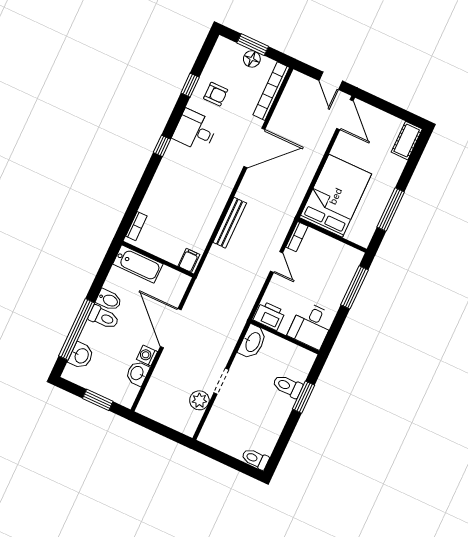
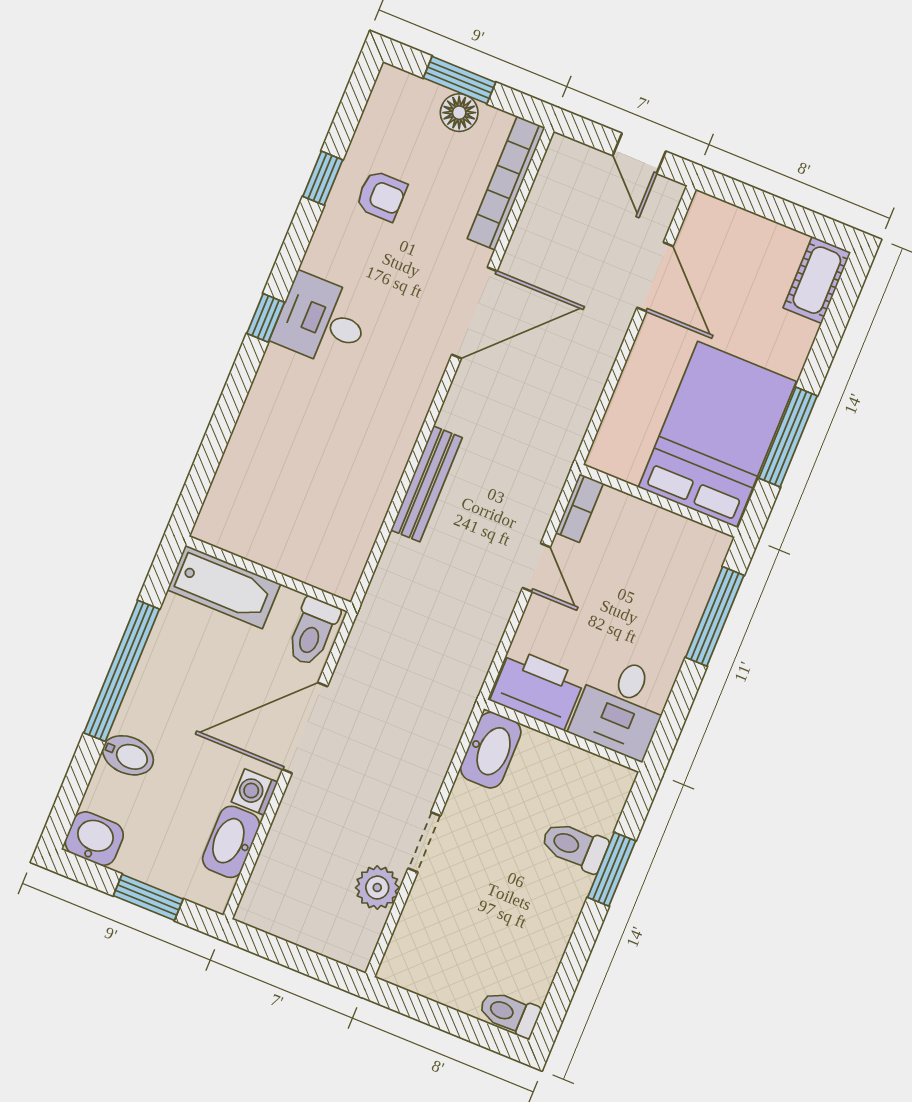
door: (345, 115) -> (655, 277), moved
desk: (195, 131) -> (322, 321), moved
bed: (336, 196) -> (717, 434), moved
bookcase: (136, 226) -> (217, 501), removed
filing cabinet: (189, 260) -> (339, 573), removed
bidet: (109, 300) -> (128, 755), moved
printer: (269, 316) -> (538, 689), width x1.37, depth x1.19
toilet: (104, 317) -> (313, 632), moved, turned 90
door: (171, 328) -> (305, 728), hinge flipped
window: (77, 329) -> (122, 671), moved
washbasin: (81, 356) -> (94, 839), moved, turned -90
washbasin: (137, 373) -> (231, 842), width x1.38

